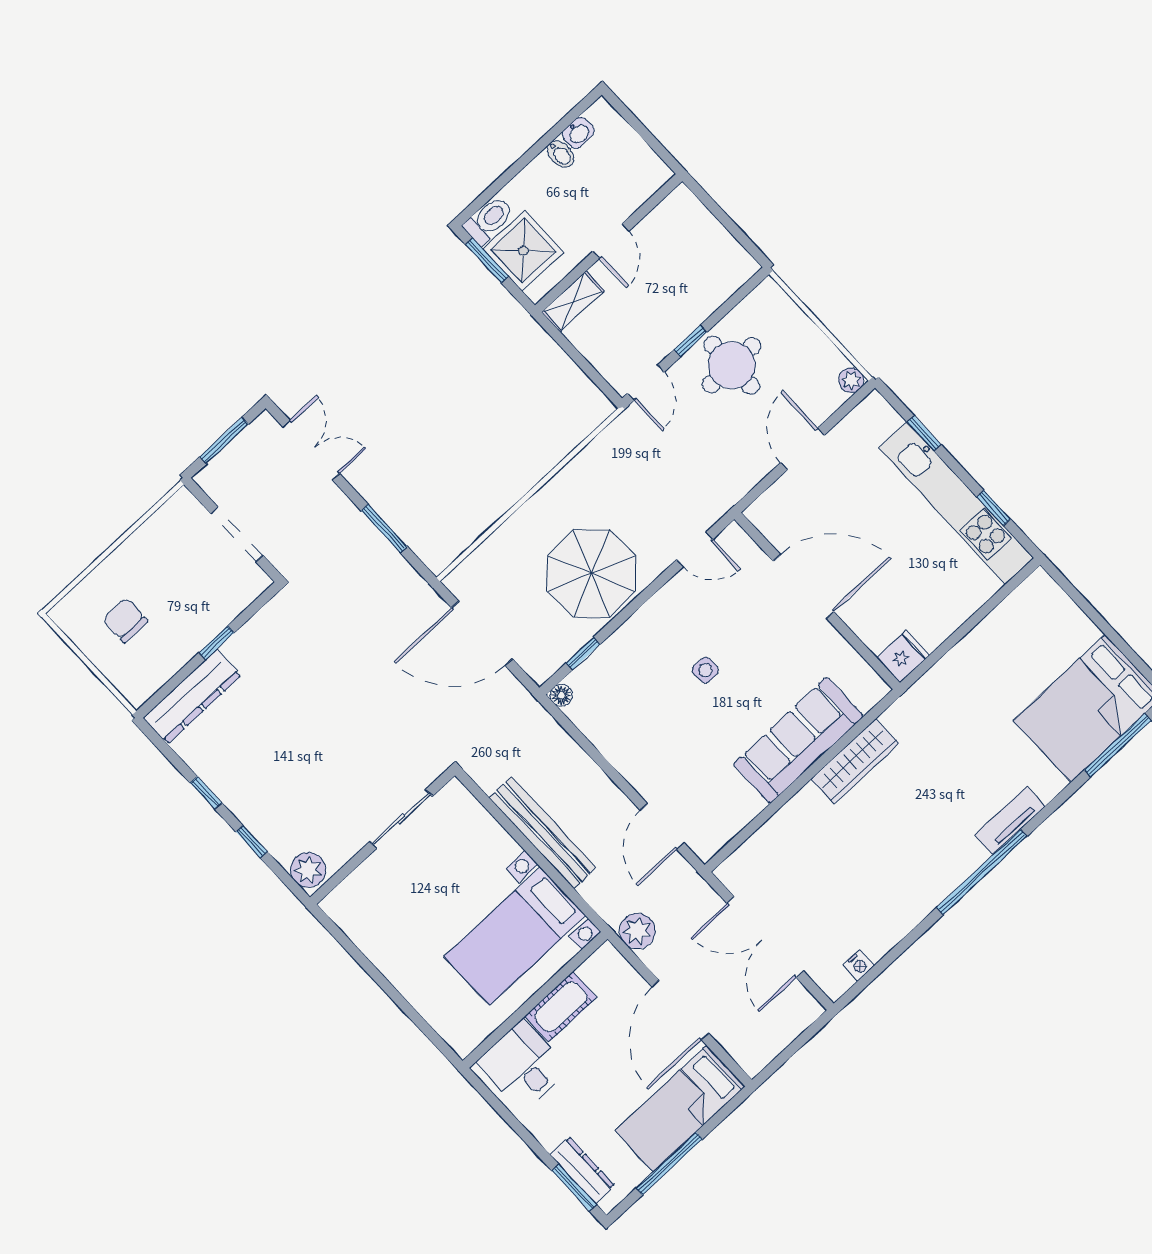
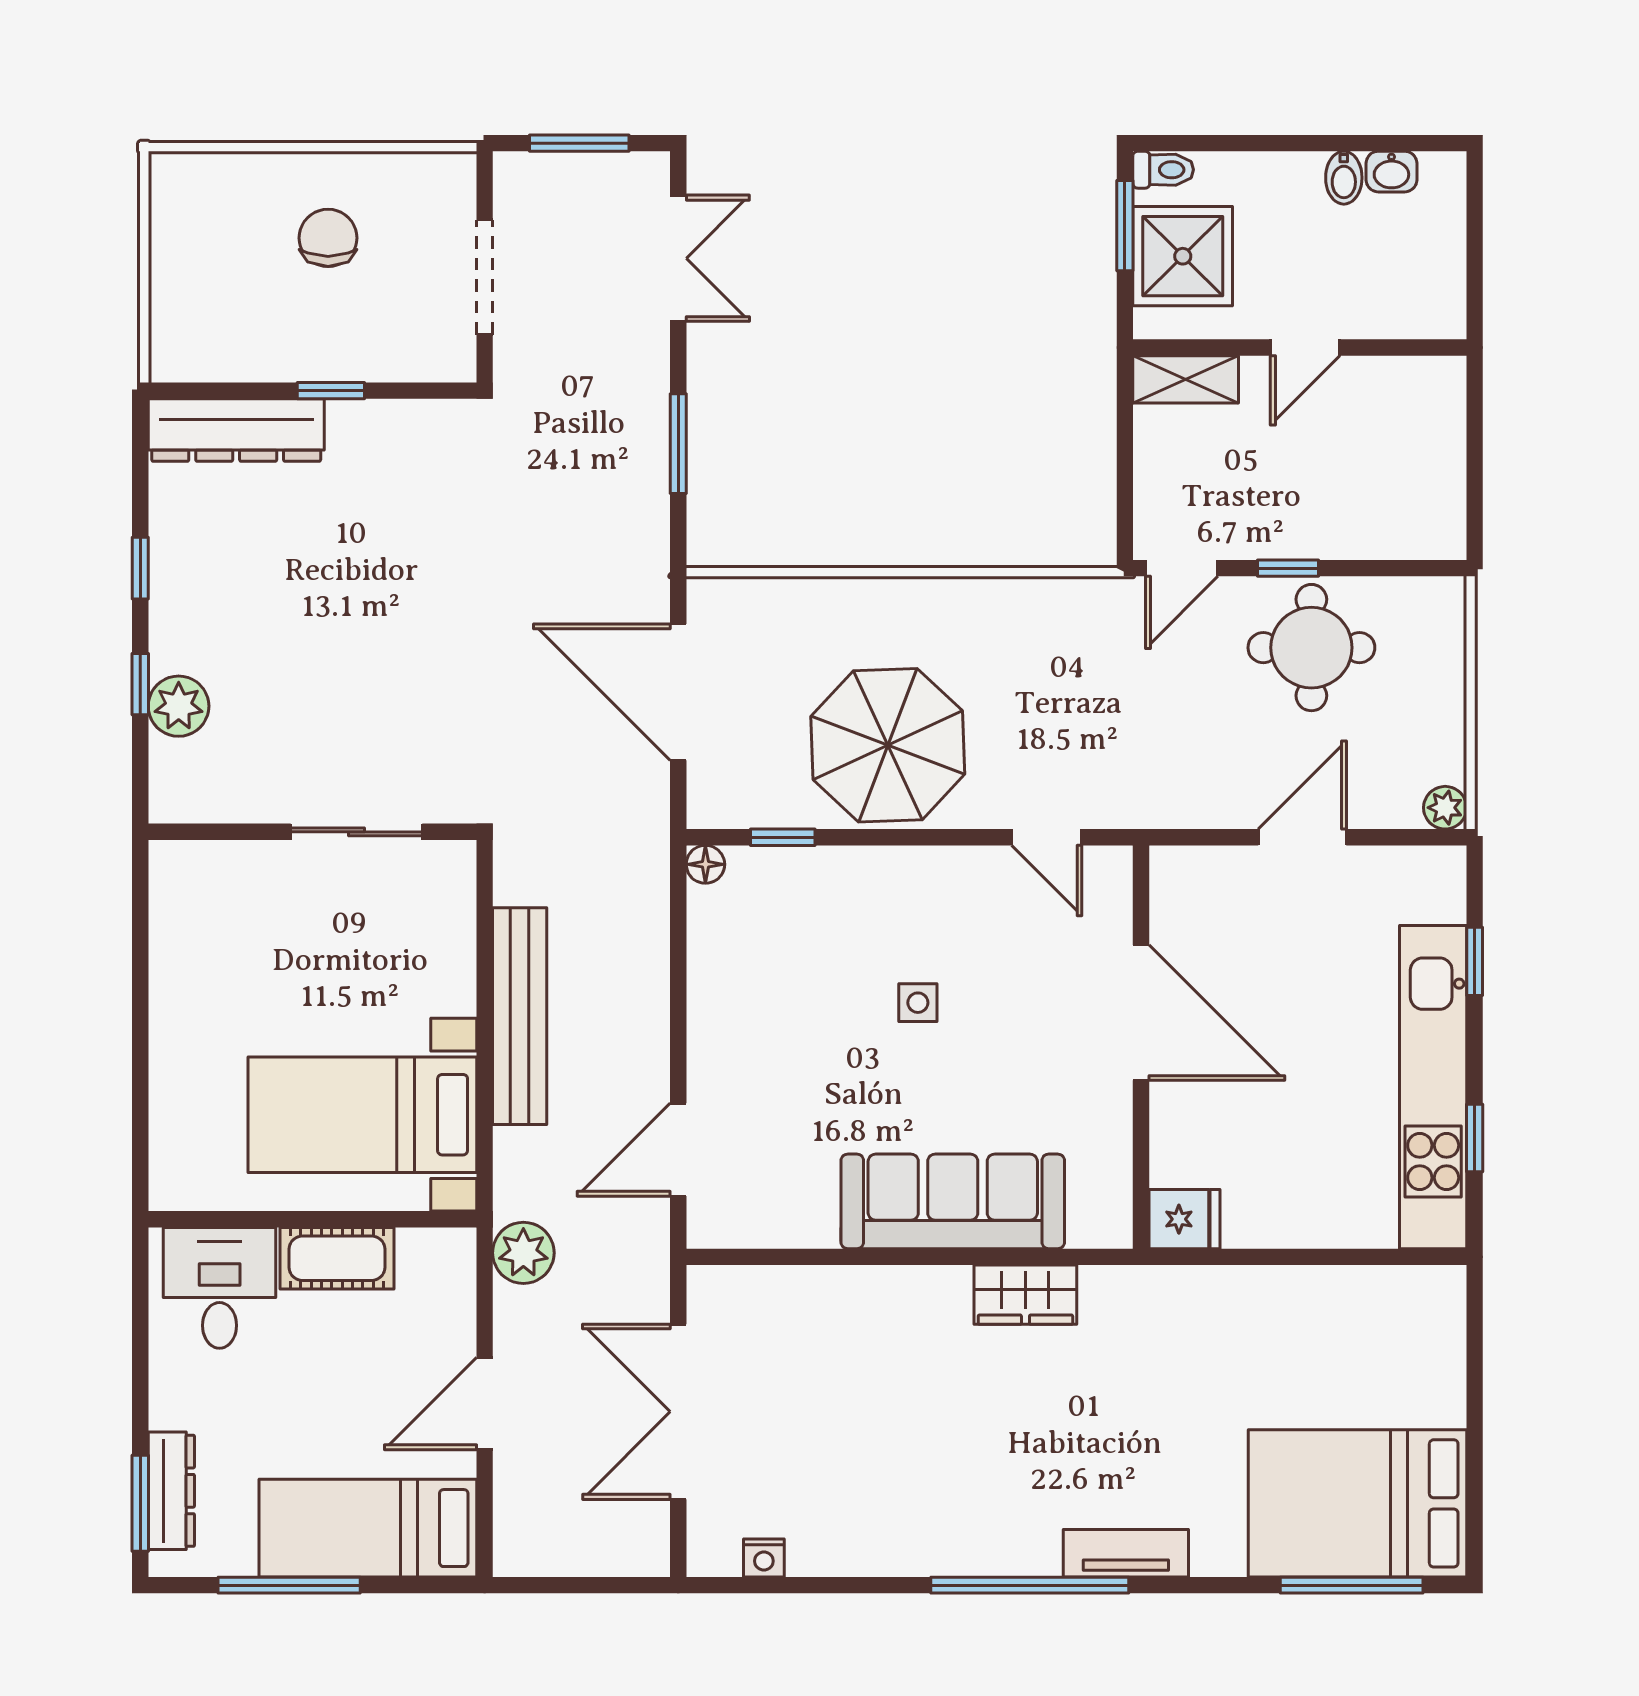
toilet: (489, 220) -> (1163, 170), width x0.73, depth x0.72
chair: (125, 620) -> (328, 238), moved
wardrobe: (855, 761) -> (1025, 1295), width x0.67
plant: (308, 870) -> (179, 706), moved
door: (680, 1010) -> (485, 1404), width x0.73

